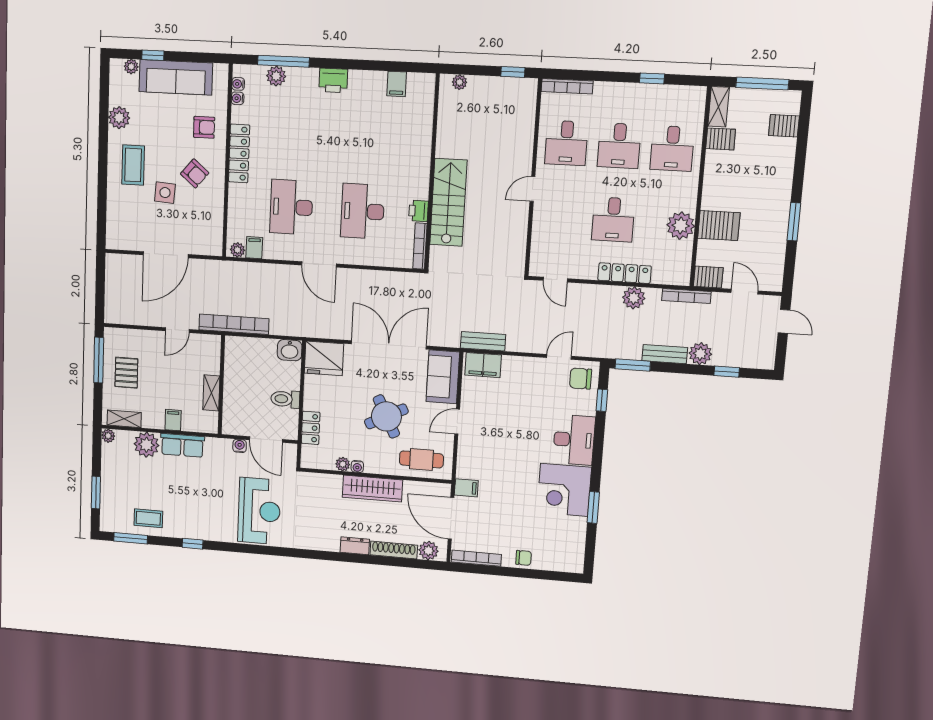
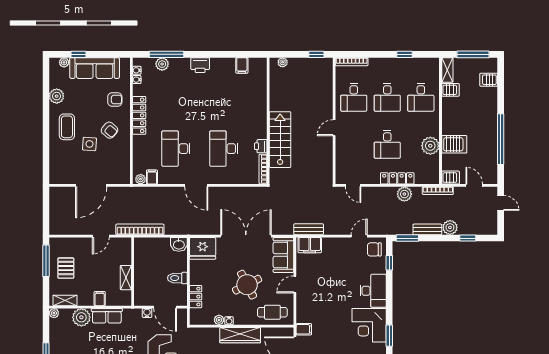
window: (794, 222) -> (501, 139), width x2.11

